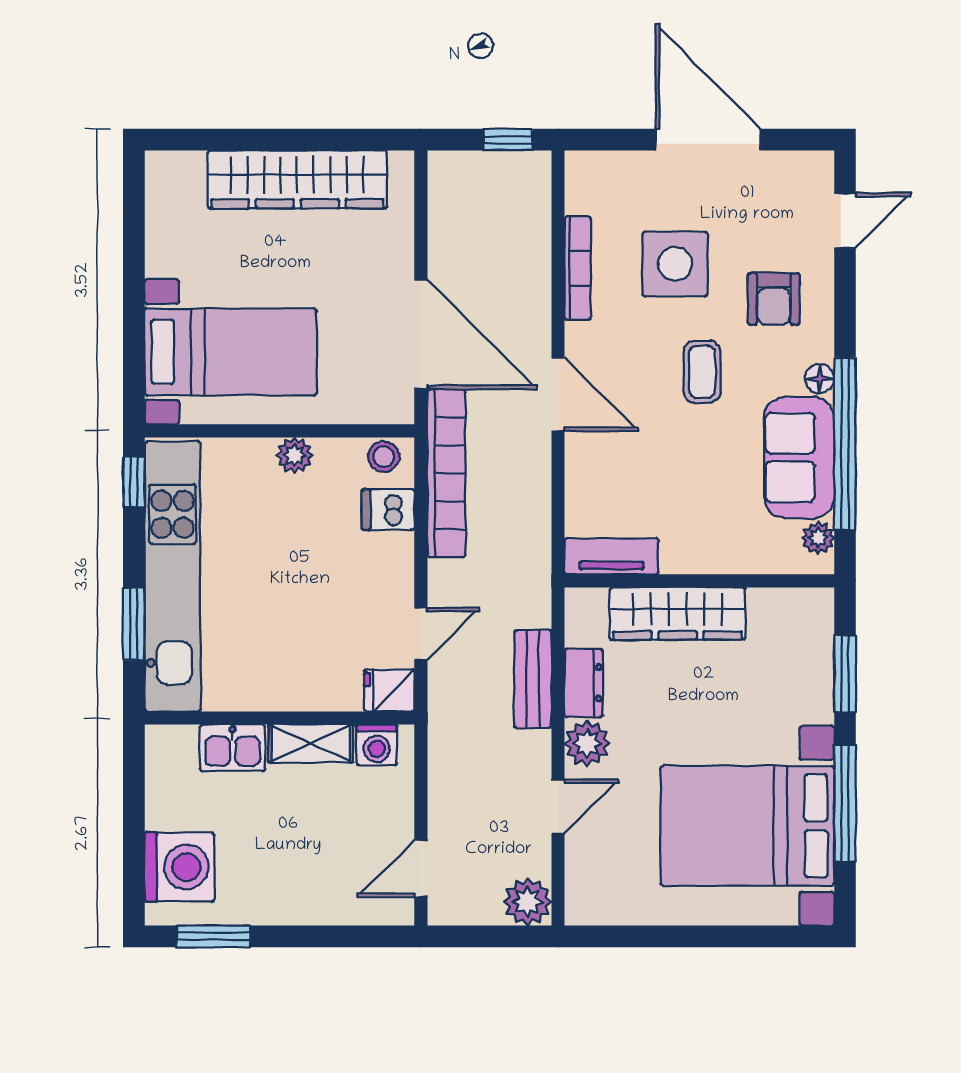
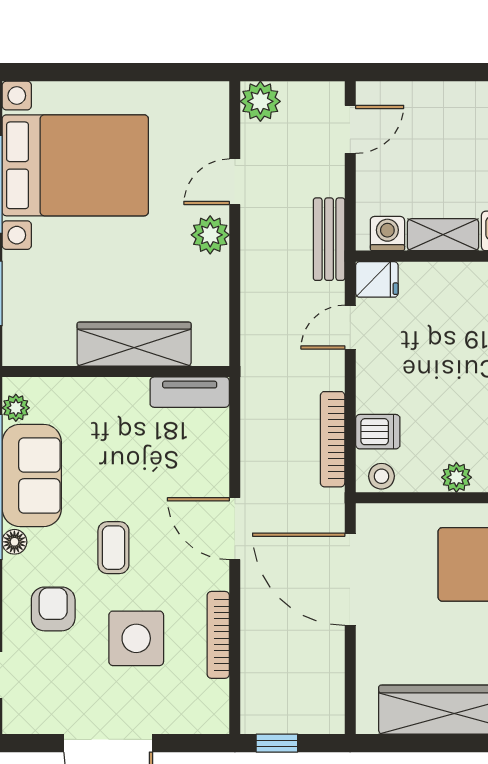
bookcase: (446, 473) -> (333, 439), width x0.68, depth x0.76
bench: (533, 679) -> (329, 239), moved
dresser: (584, 683) -> (213, 286), removed

